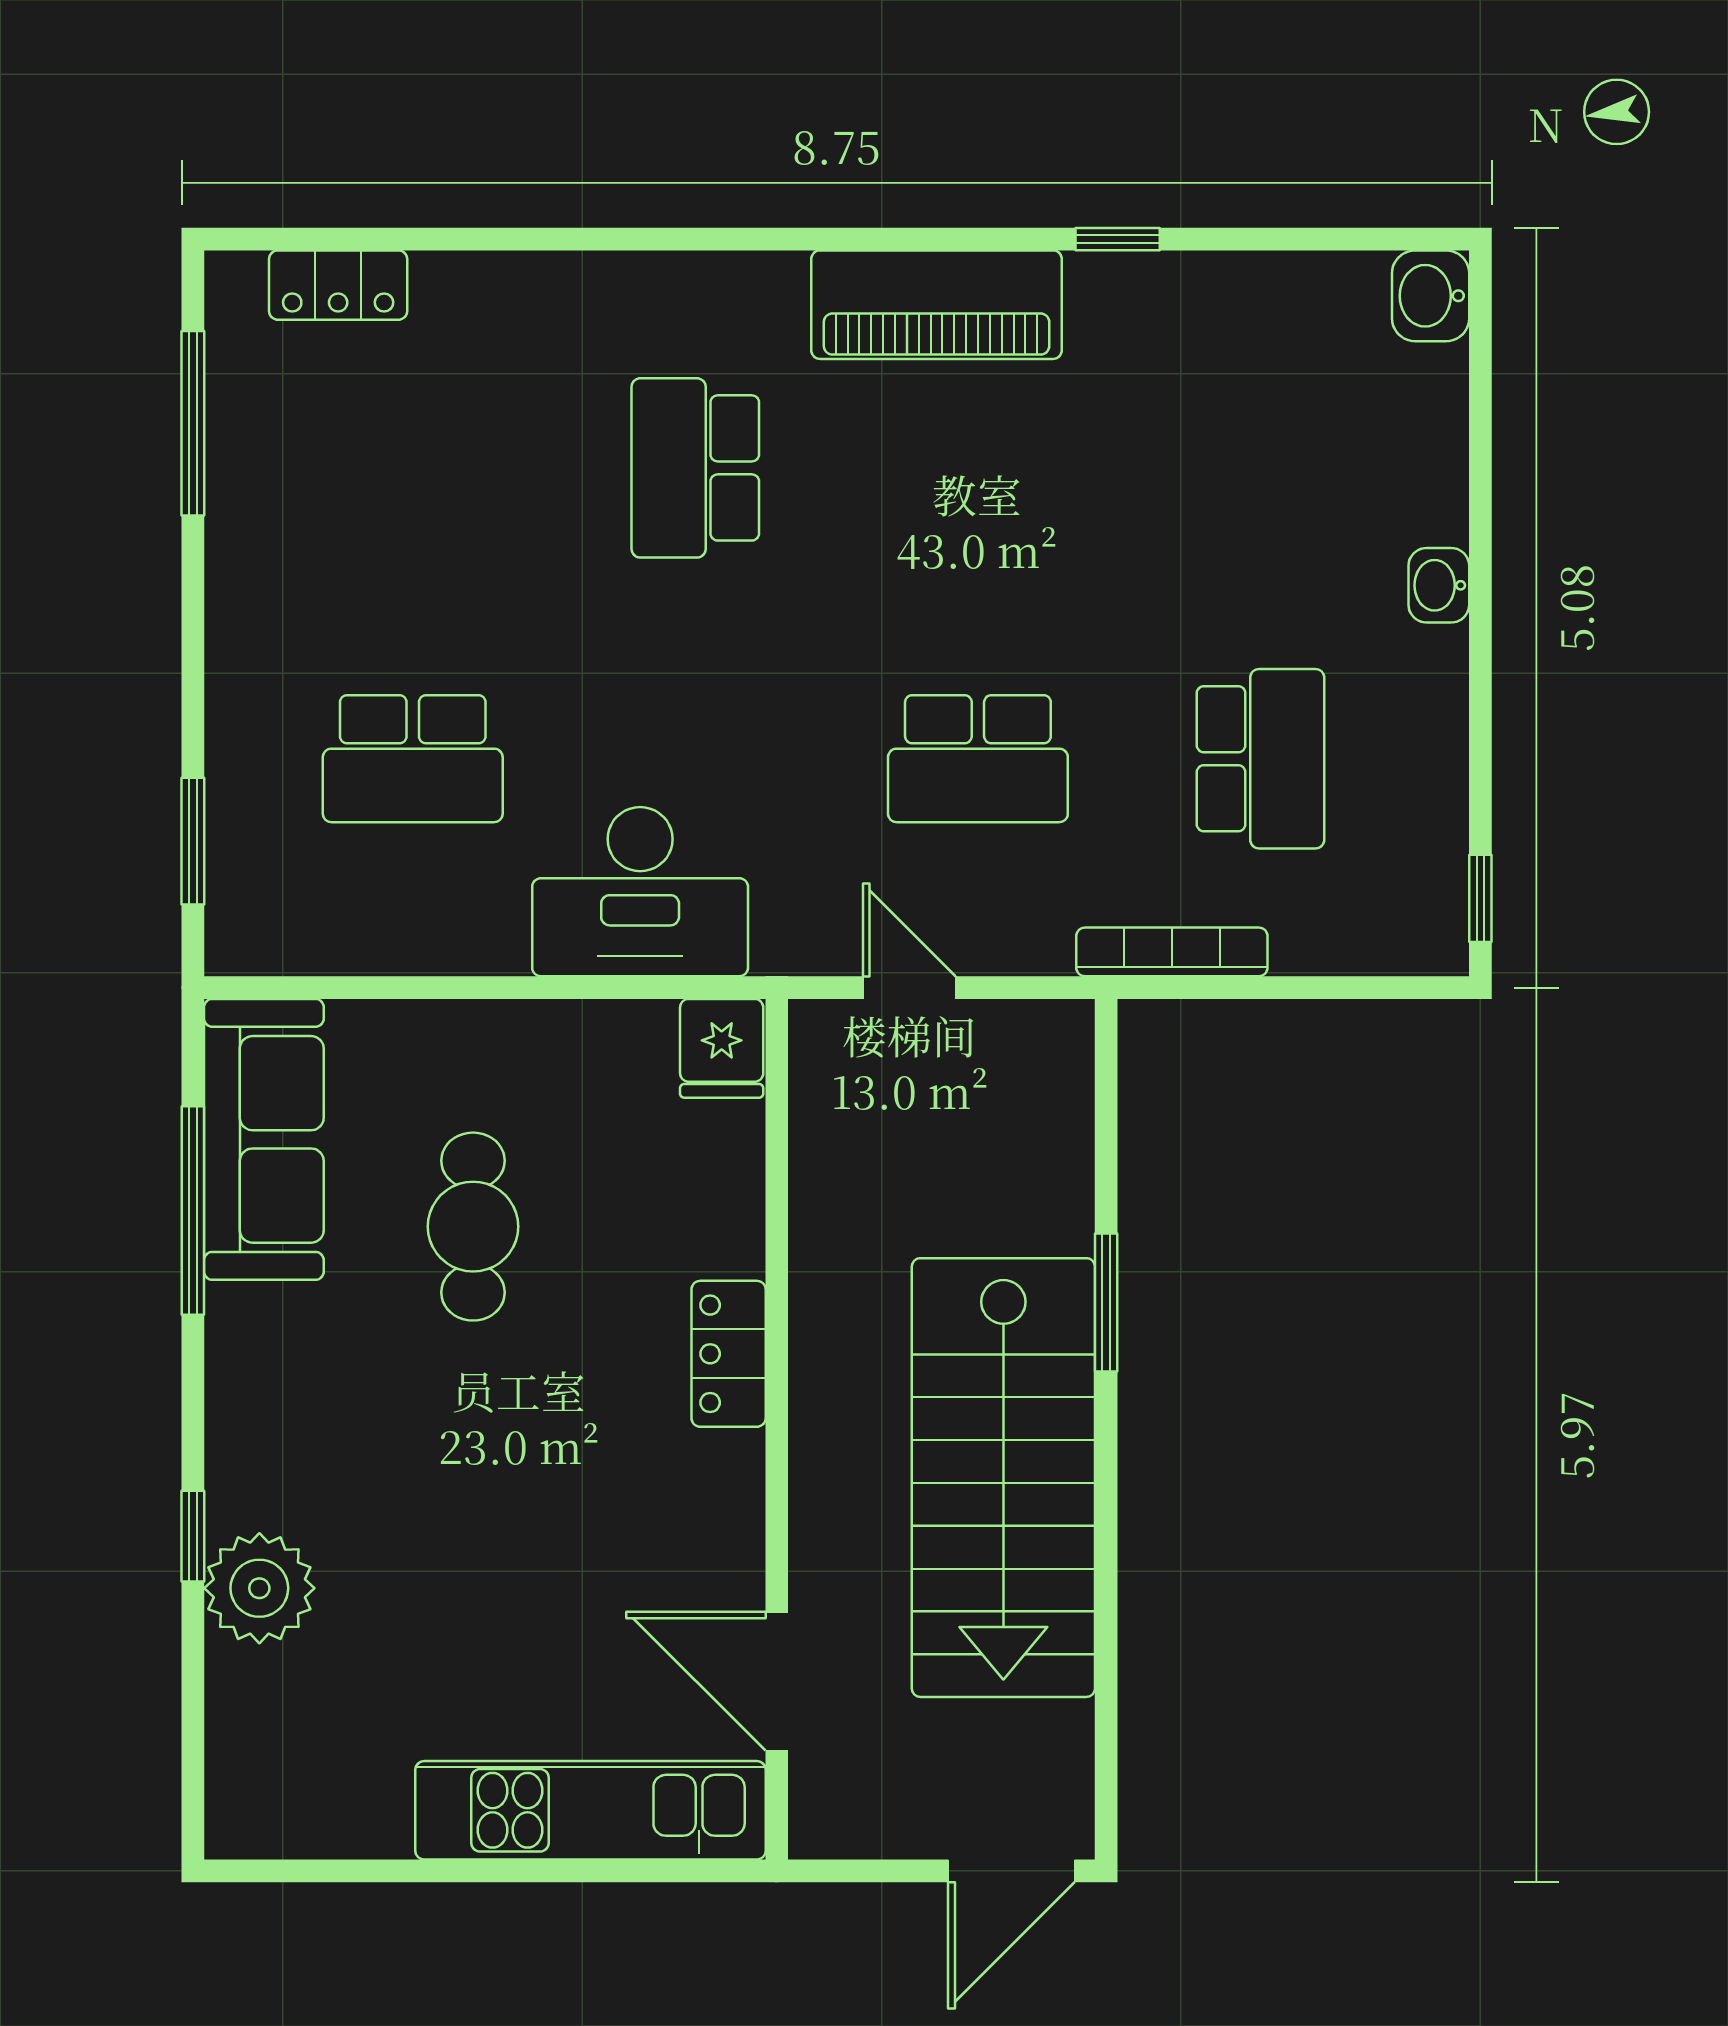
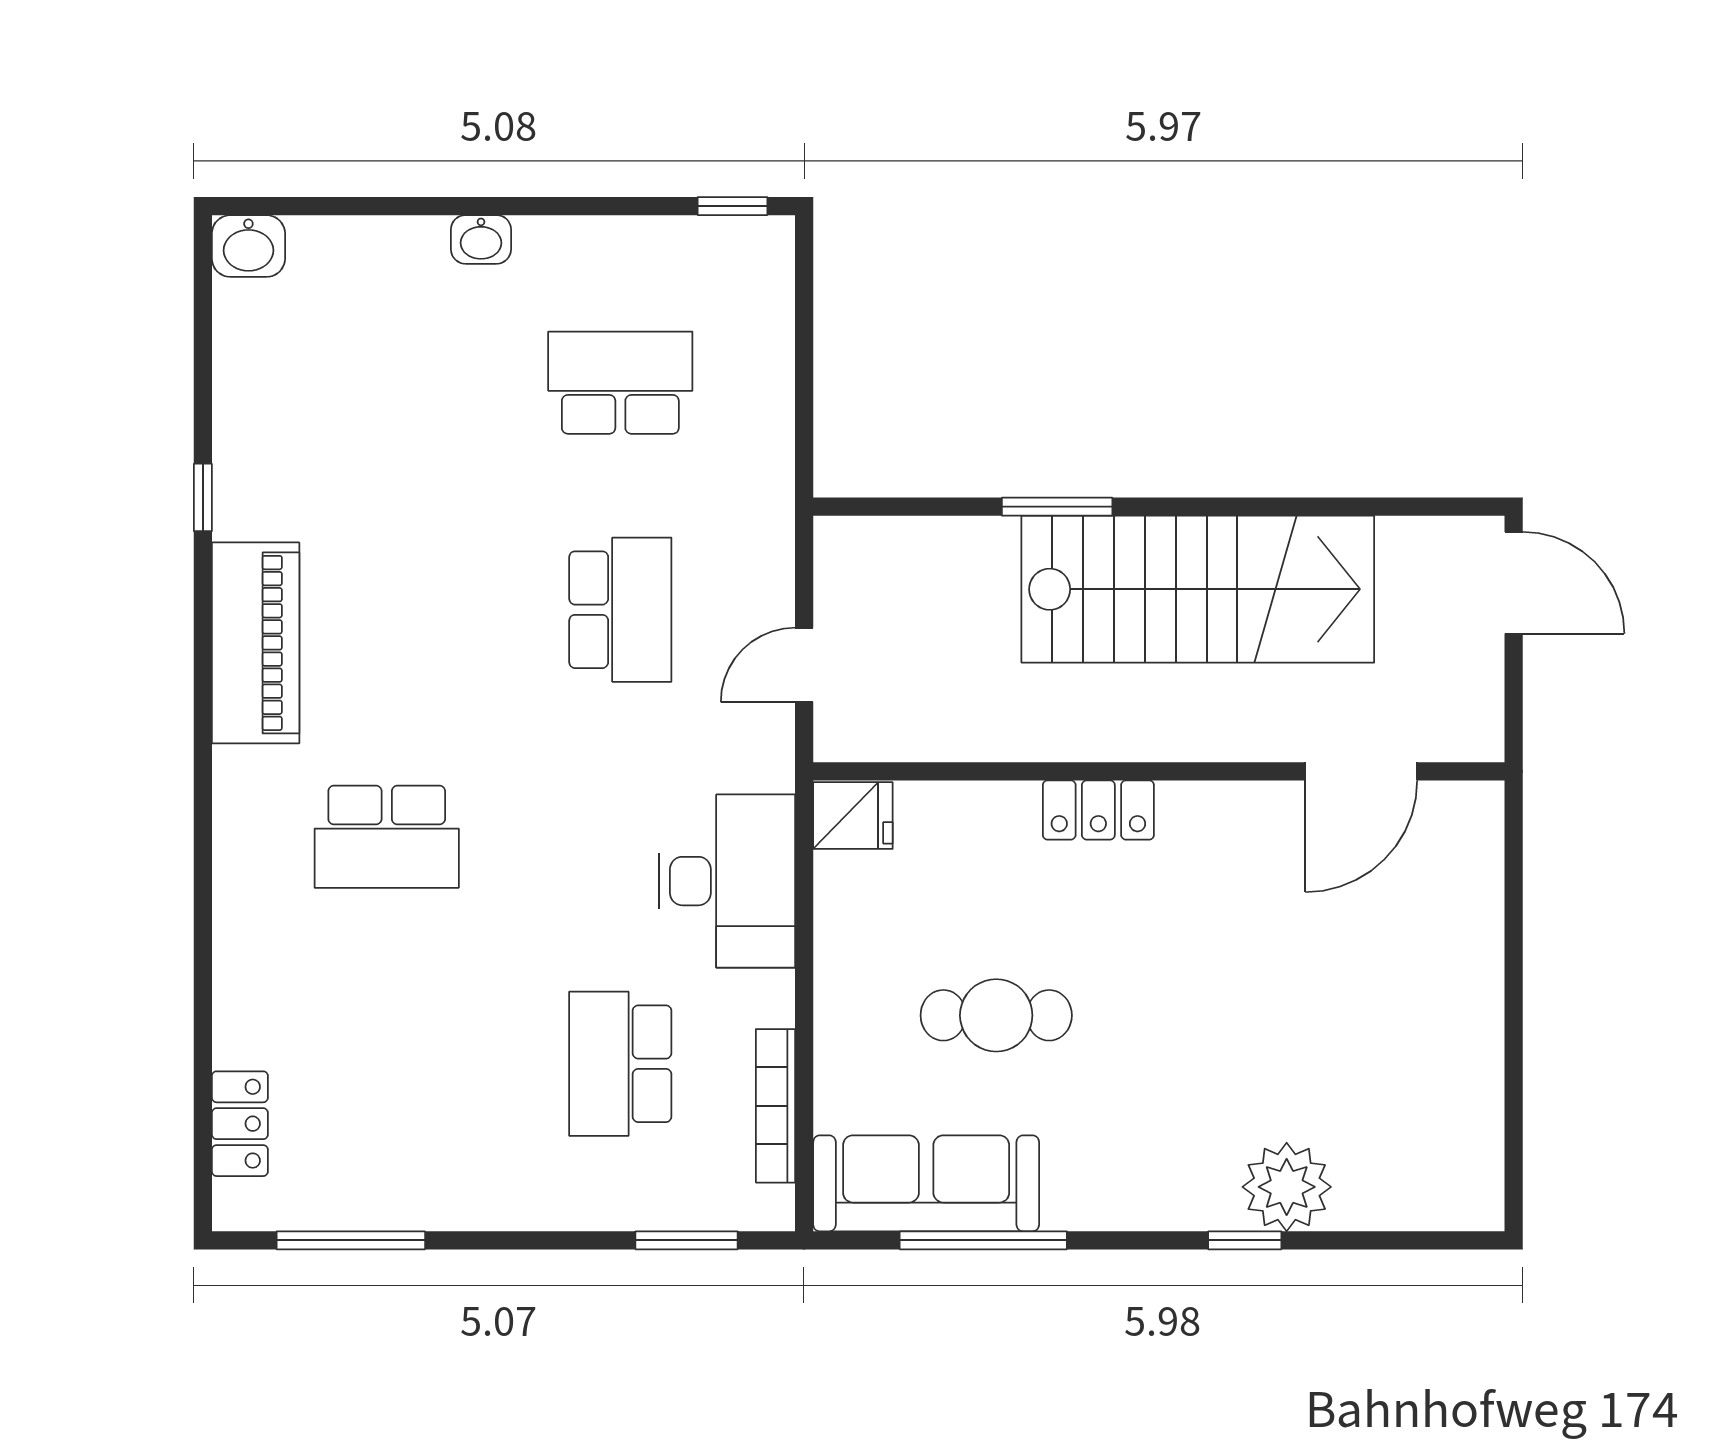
school desk: (413, 759) -> (620, 1064), turned 180
bookcase: (1172, 952) -> (776, 1106), moved
kitchen unit: (591, 1810) -> (1465, 921), removed

